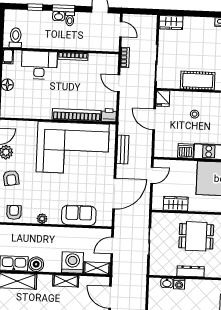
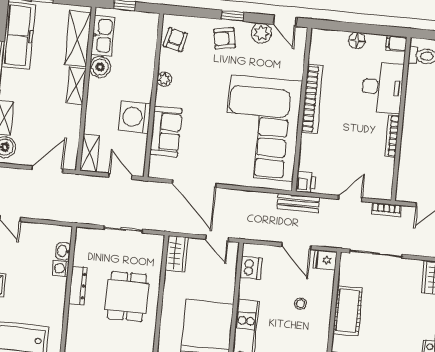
bookcase: (77, 115) -> (312, 99), moved
door: (154, 119) -> (296, 246), swing flipped
bench: (123, 150) -> (298, 203), moved
dishwasher: (186, 151) -> (251, 268), moved
wardrobe: (176, 204) -> (177, 253), moved
armchair: (14, 212) -> (175, 40), turned -78
washing machine: (73, 263) -> (135, 117), moved, turned 180
shelving: (66, 281) -> (76, 86), moved

